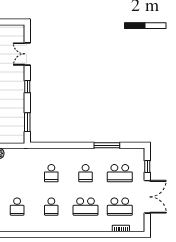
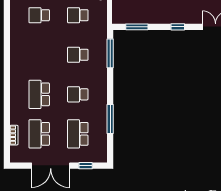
window: (50, 145) -> (110, 53), added
school desk: (51, 207) -> (78, 15), moved

